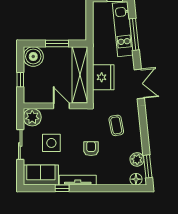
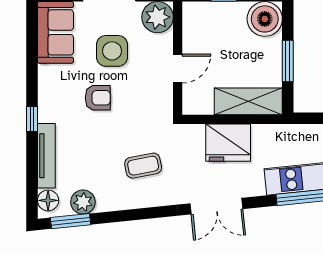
shelving: (80, 75) -> (248, 101), width x0.68
armchair: (91, 149) -> (98, 98), moved
tv unit: (78, 180) -> (46, 156), moved
window: (62, 188) -> (32, 119), moved

